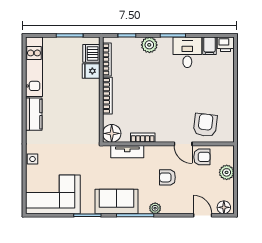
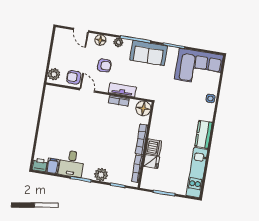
dishwasher: (91, 53) -> (154, 147), moved
armchair: (205, 125) -> (67, 103), removed
tv unit: (127, 152) -> (122, 90), moved
plant: (227, 172) -> (54, 74), moved
floor lamp: (224, 207) -> (100, 40), moved

